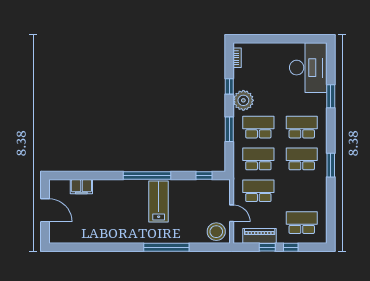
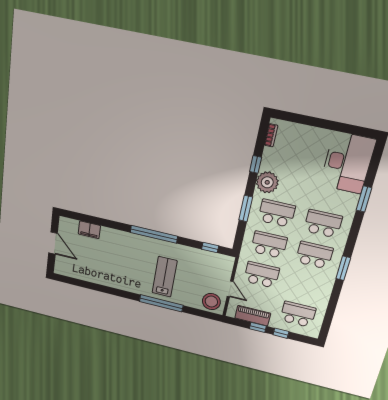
lab bench: (159, 202) -> (165, 277), moved

